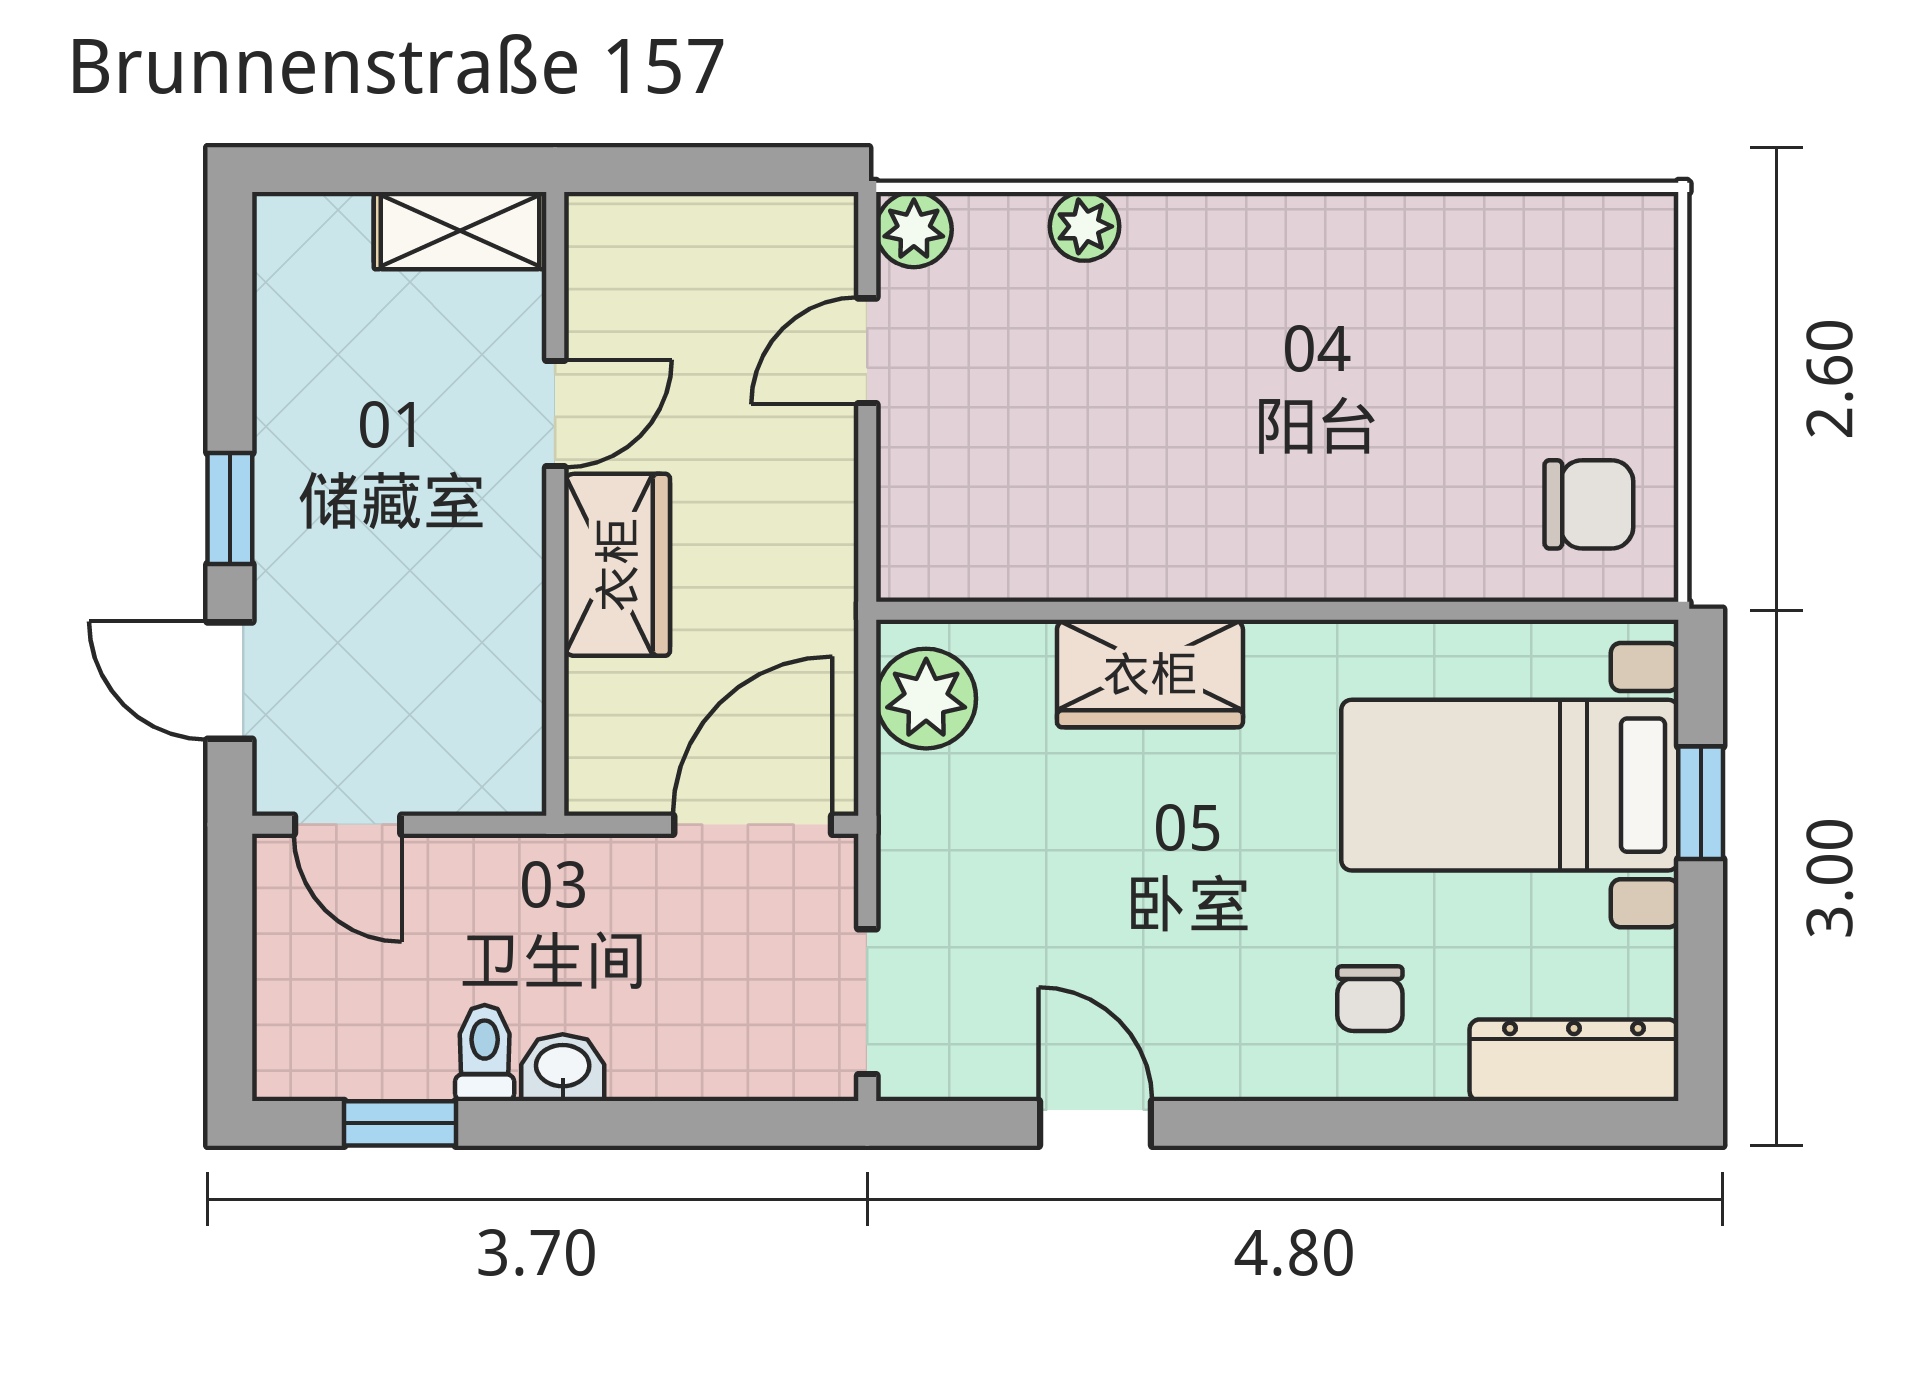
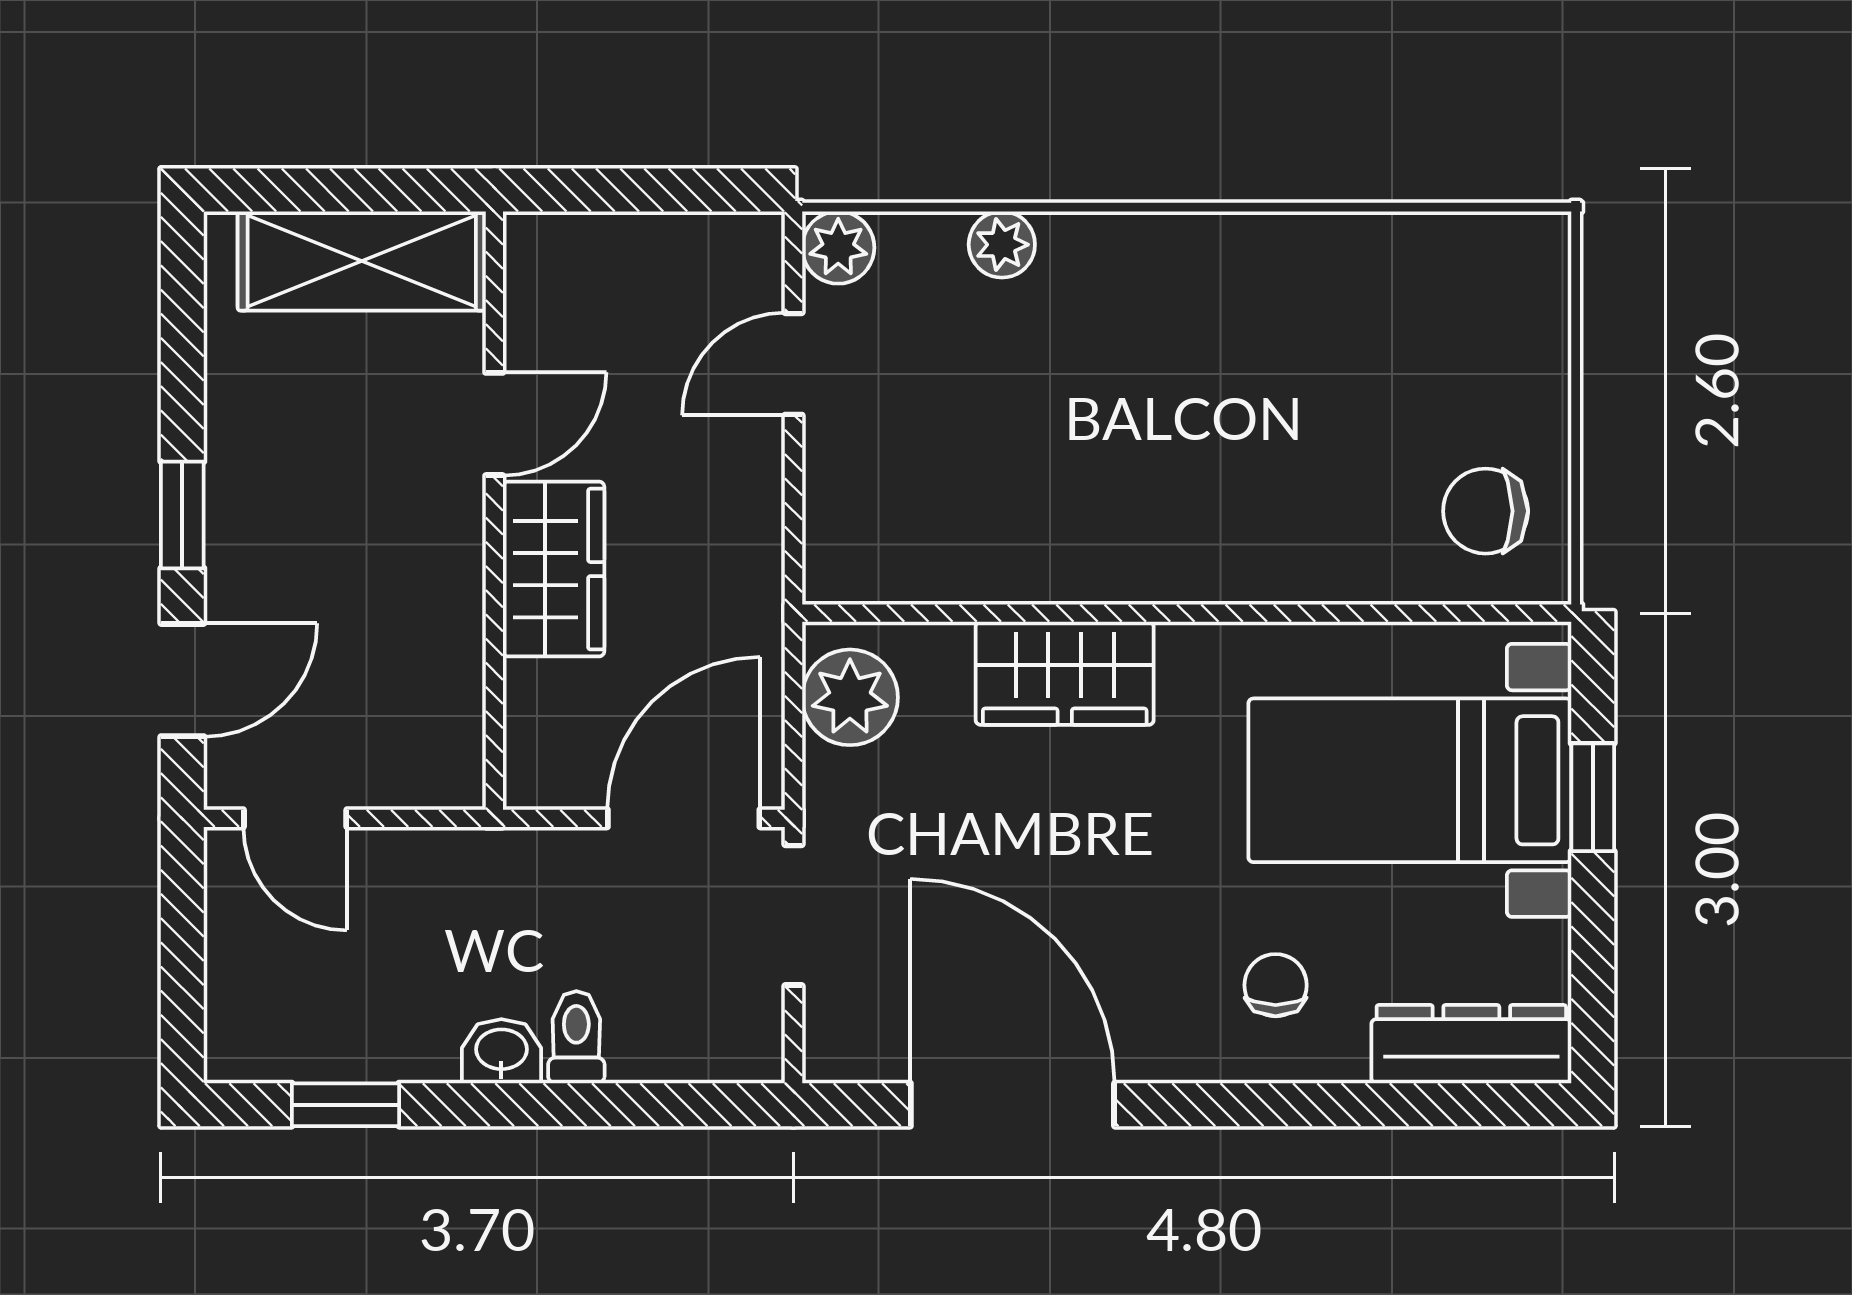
shelving: (460, 231) -> (362, 261), width x1.50, depth x1.33
chair: (1589, 504) -> (1486, 511), turned 180
door: (230, 681) -> (182, 680), swing flipped
chair: (1370, 999) -> (1276, 985), turned 180
doorway: (867, 1002) -> (793, 915), moved
toilet: (485, 1053) -> (576, 1037), moved
door: (1096, 1123) -> (1012, 1105), width x1.87

